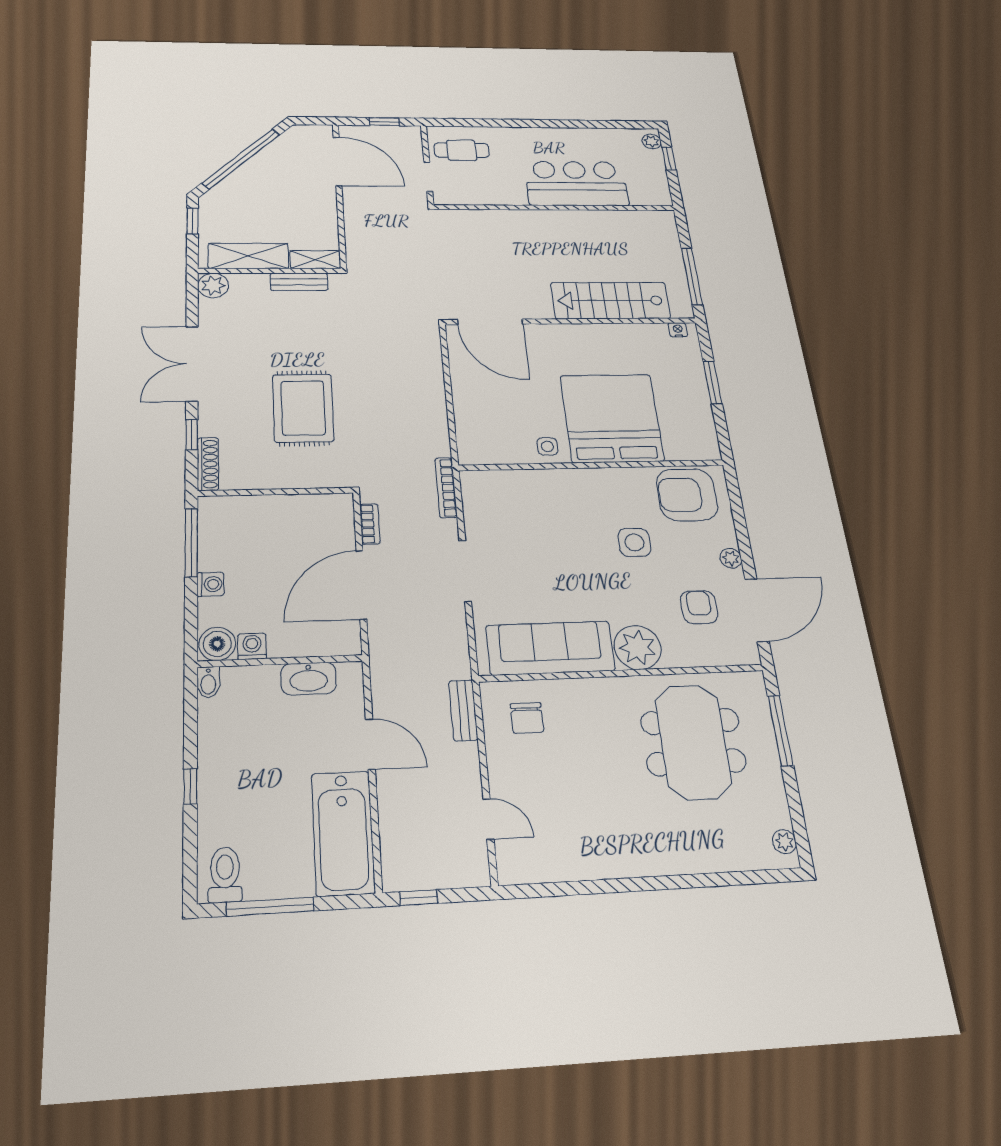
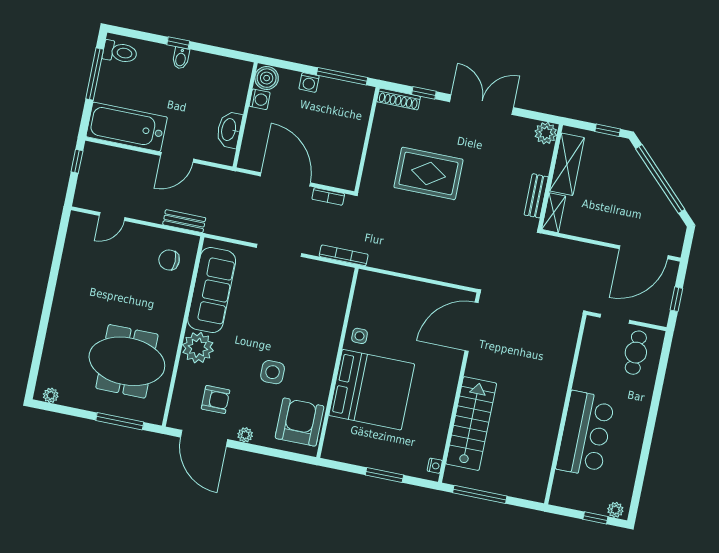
bidet: (208, 682) -> (181, 58), moved, turned -90

